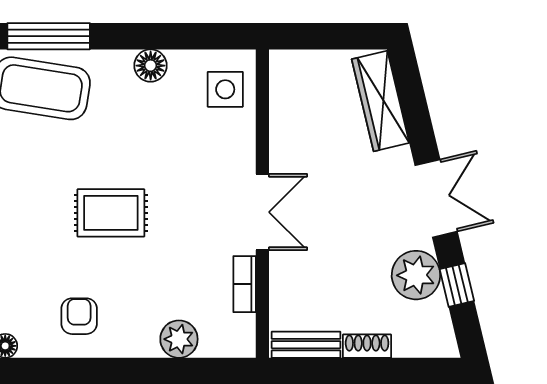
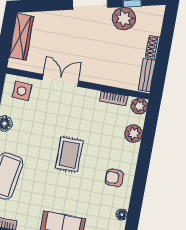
wardrobe: (380, 101) -> (21, 37), moved, turned -77
double door: (262, 212) -> (60, 80), moved
plant: (239, 341) -> (139, 106), added

